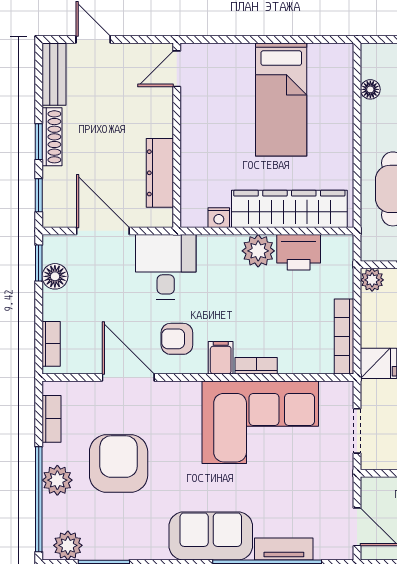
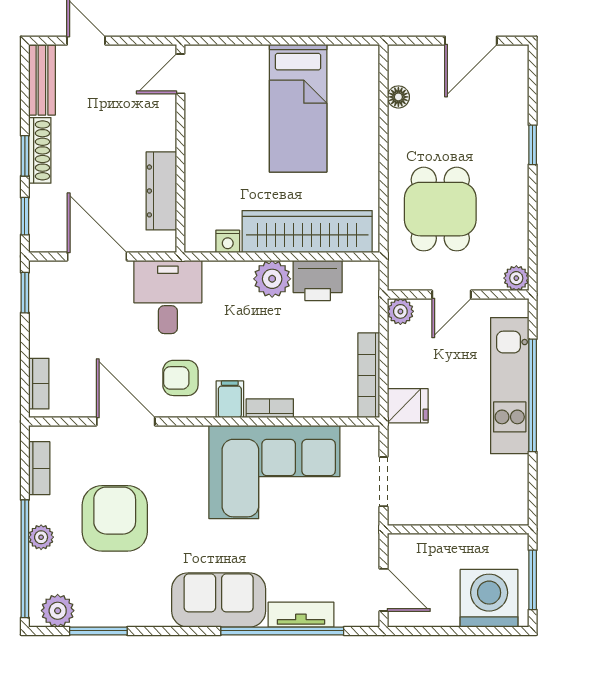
floor lamp: (55, 276) -> (43, 308), removed
plant: (57, 480) -> (41, 537), width x0.73, depth x0.73

